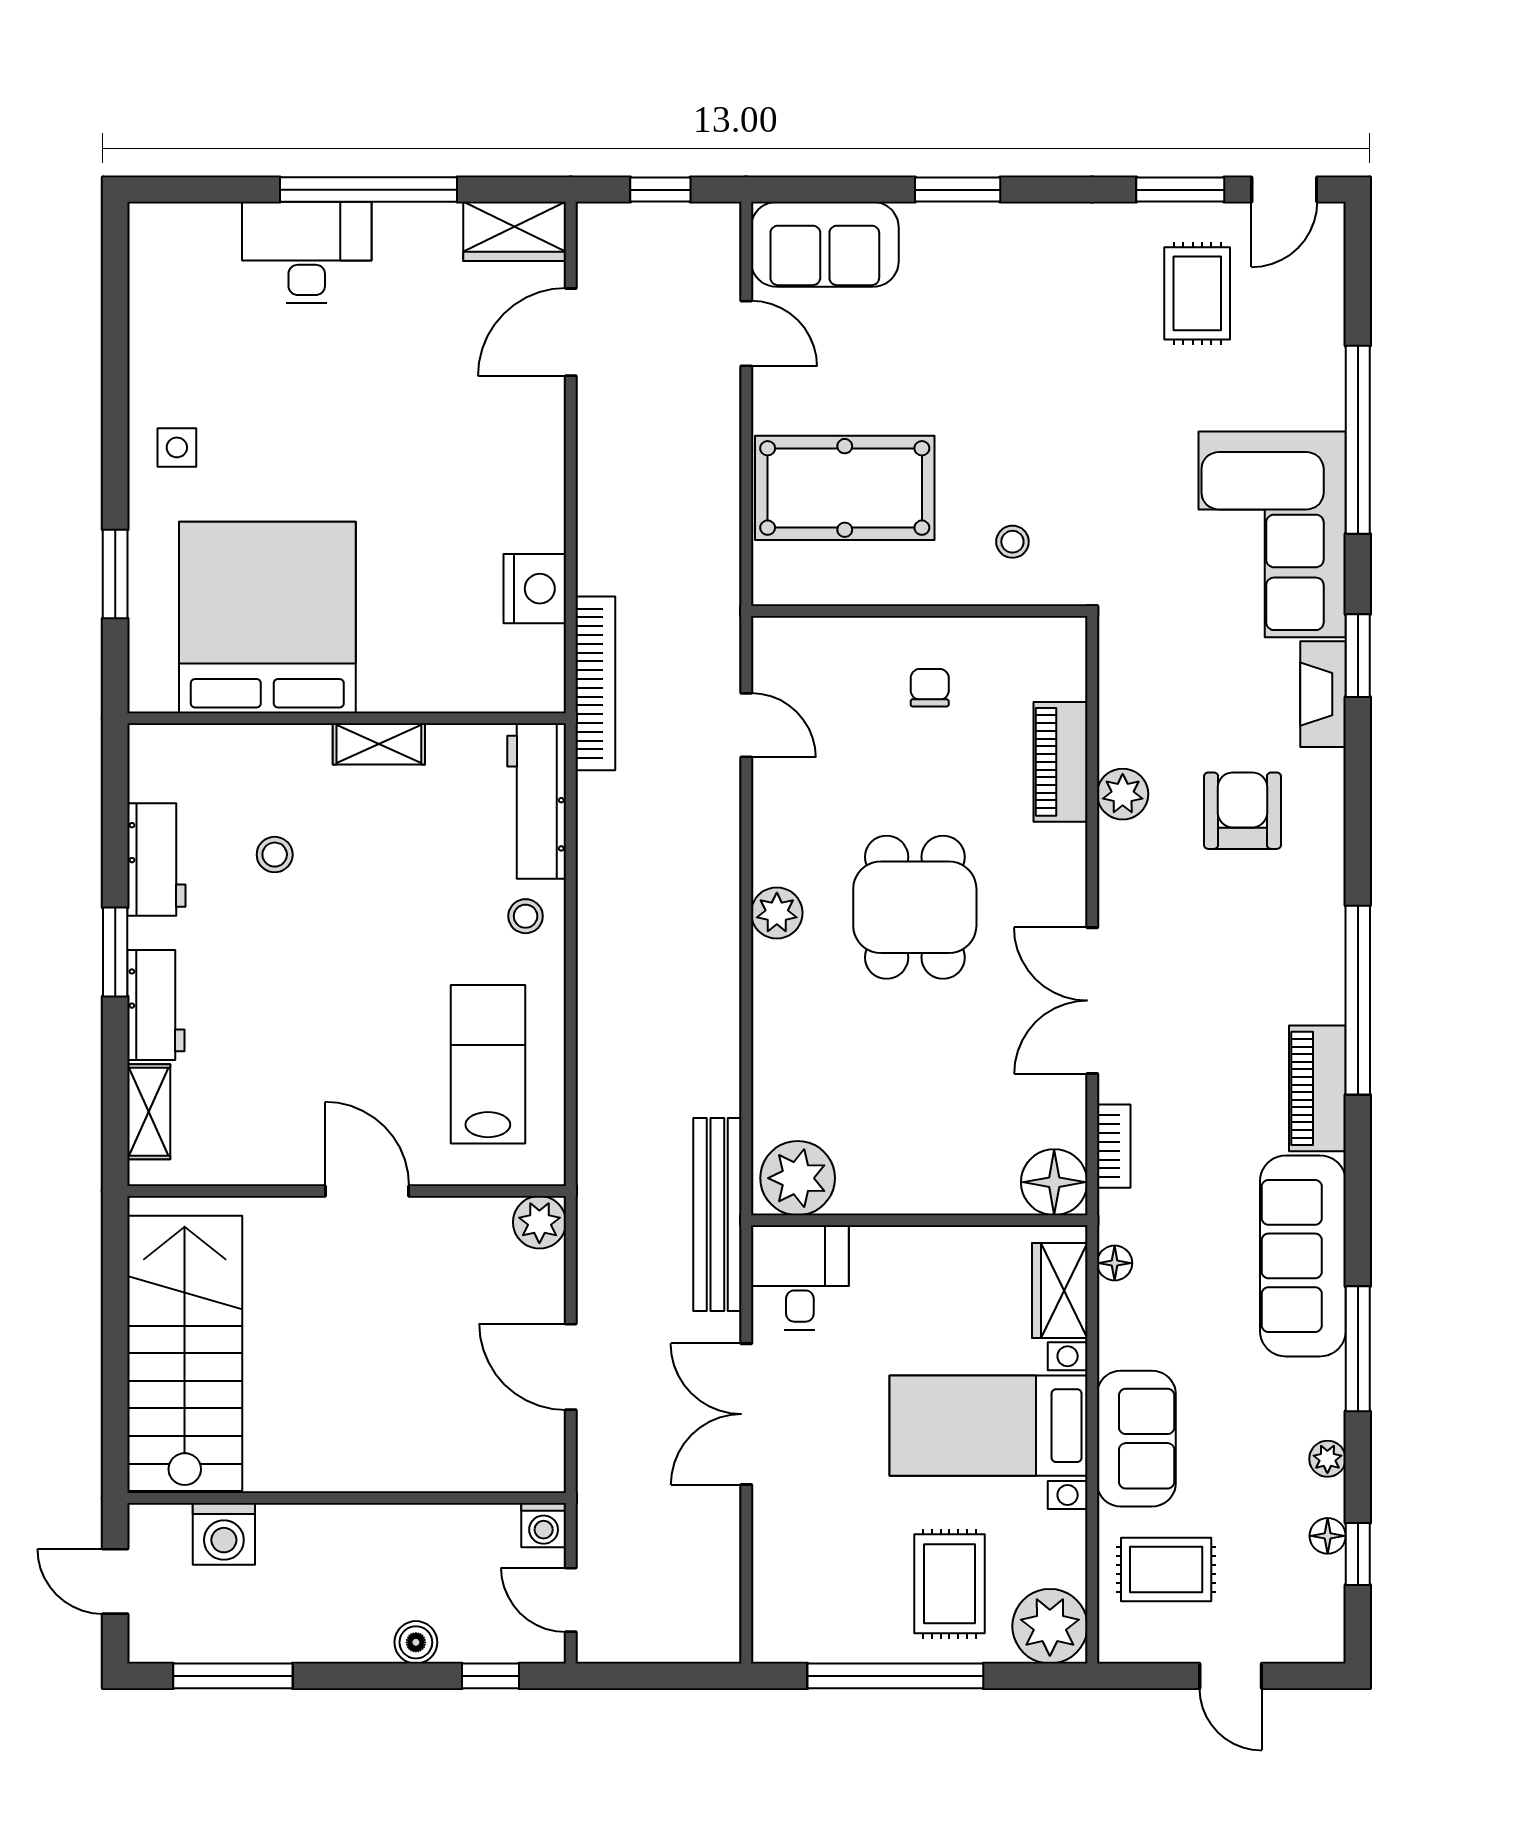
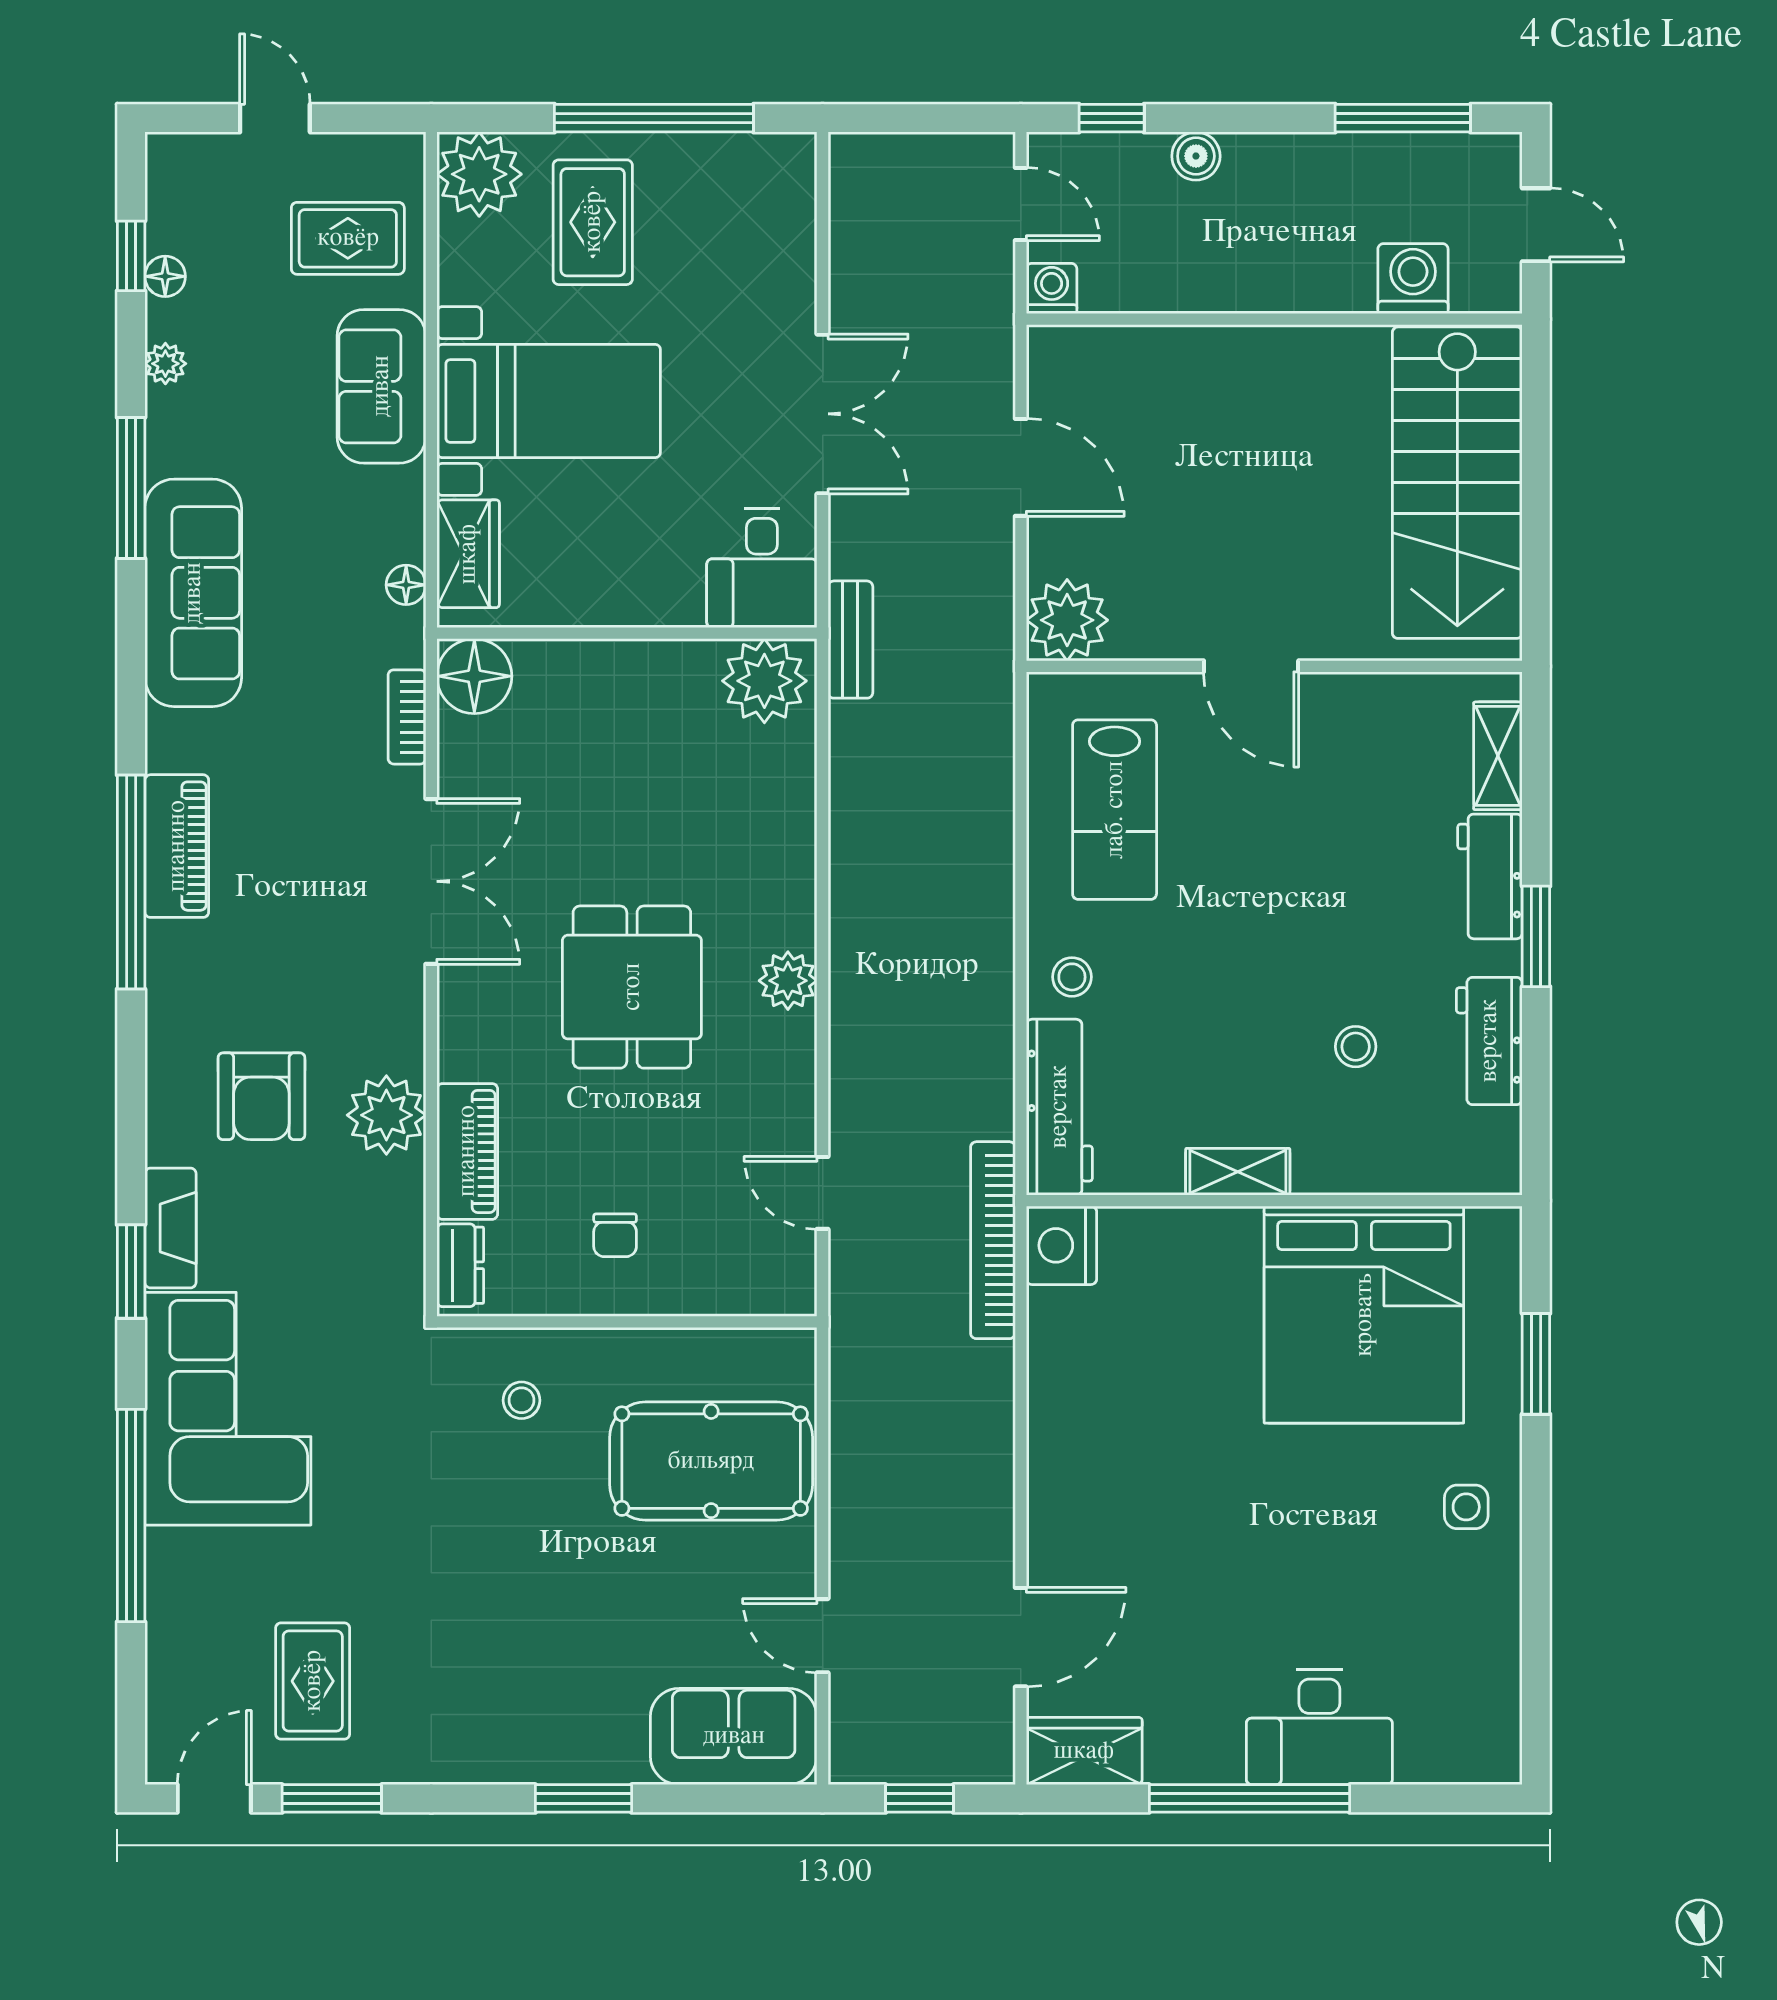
nightstand: (535, 589) -> (1061, 1245), moved
dresser: (1067, 661) -> (460, 1265), added
plant: (1123, 794) -> (386, 1115), width x1.36, depth x1.36
piano: (1317, 1088) -> (177, 846), moved
bench: (717, 1215) -> (850, 640), width x0.54, depth x0.82
plant: (539, 1222) -> (1067, 620), width x1.36, depth x1.36

